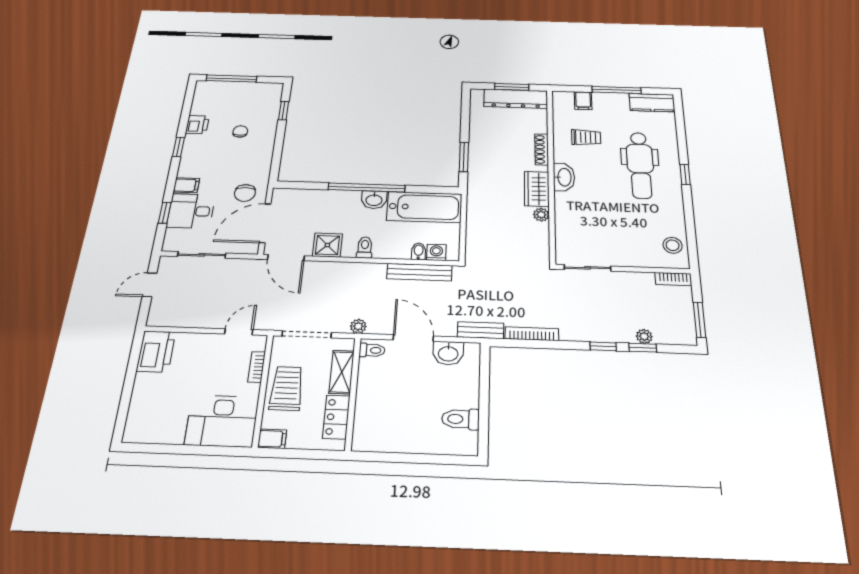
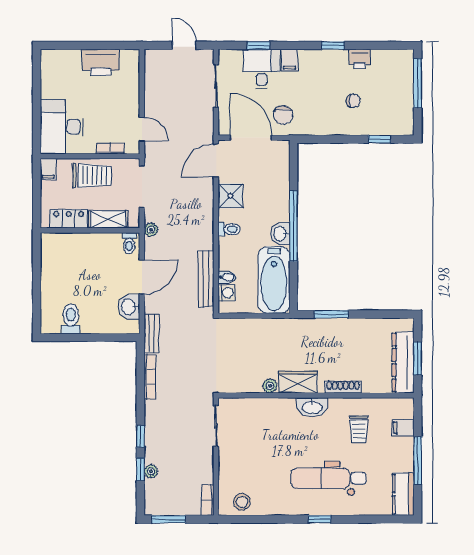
chair: (245, 193) -> (283, 115), turned -90
printer: (156, 351) -> (101, 63), moved

